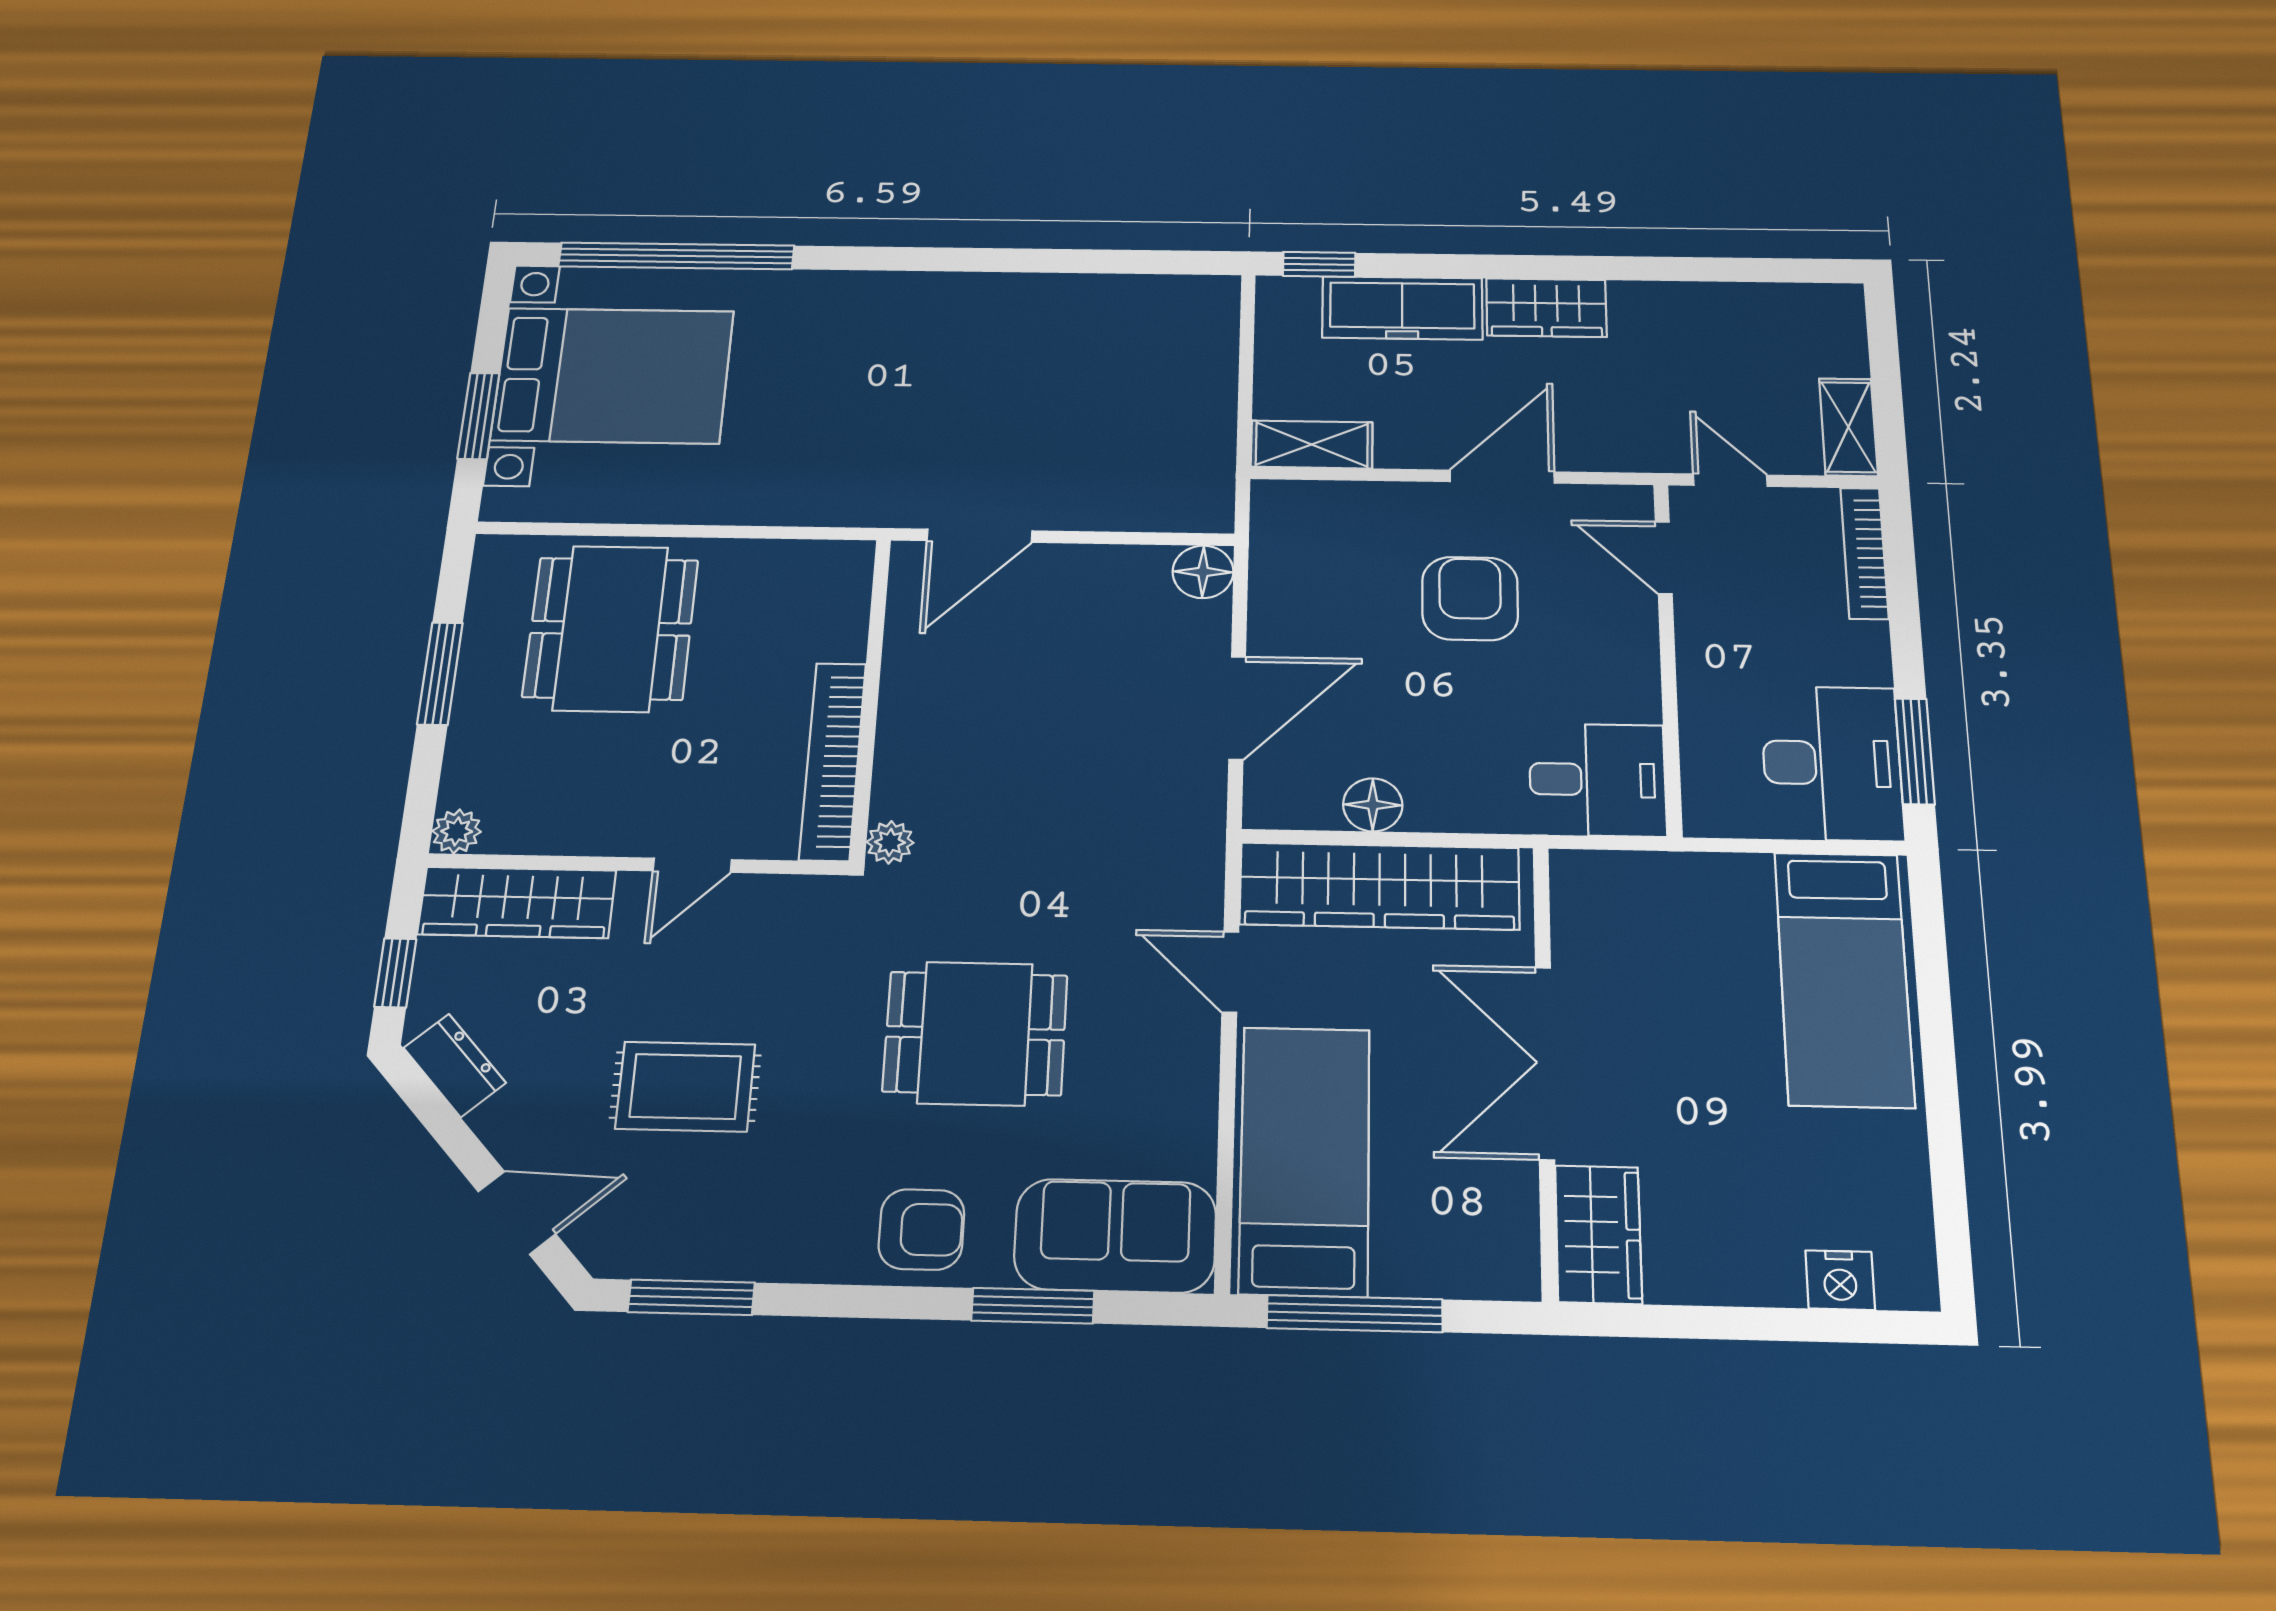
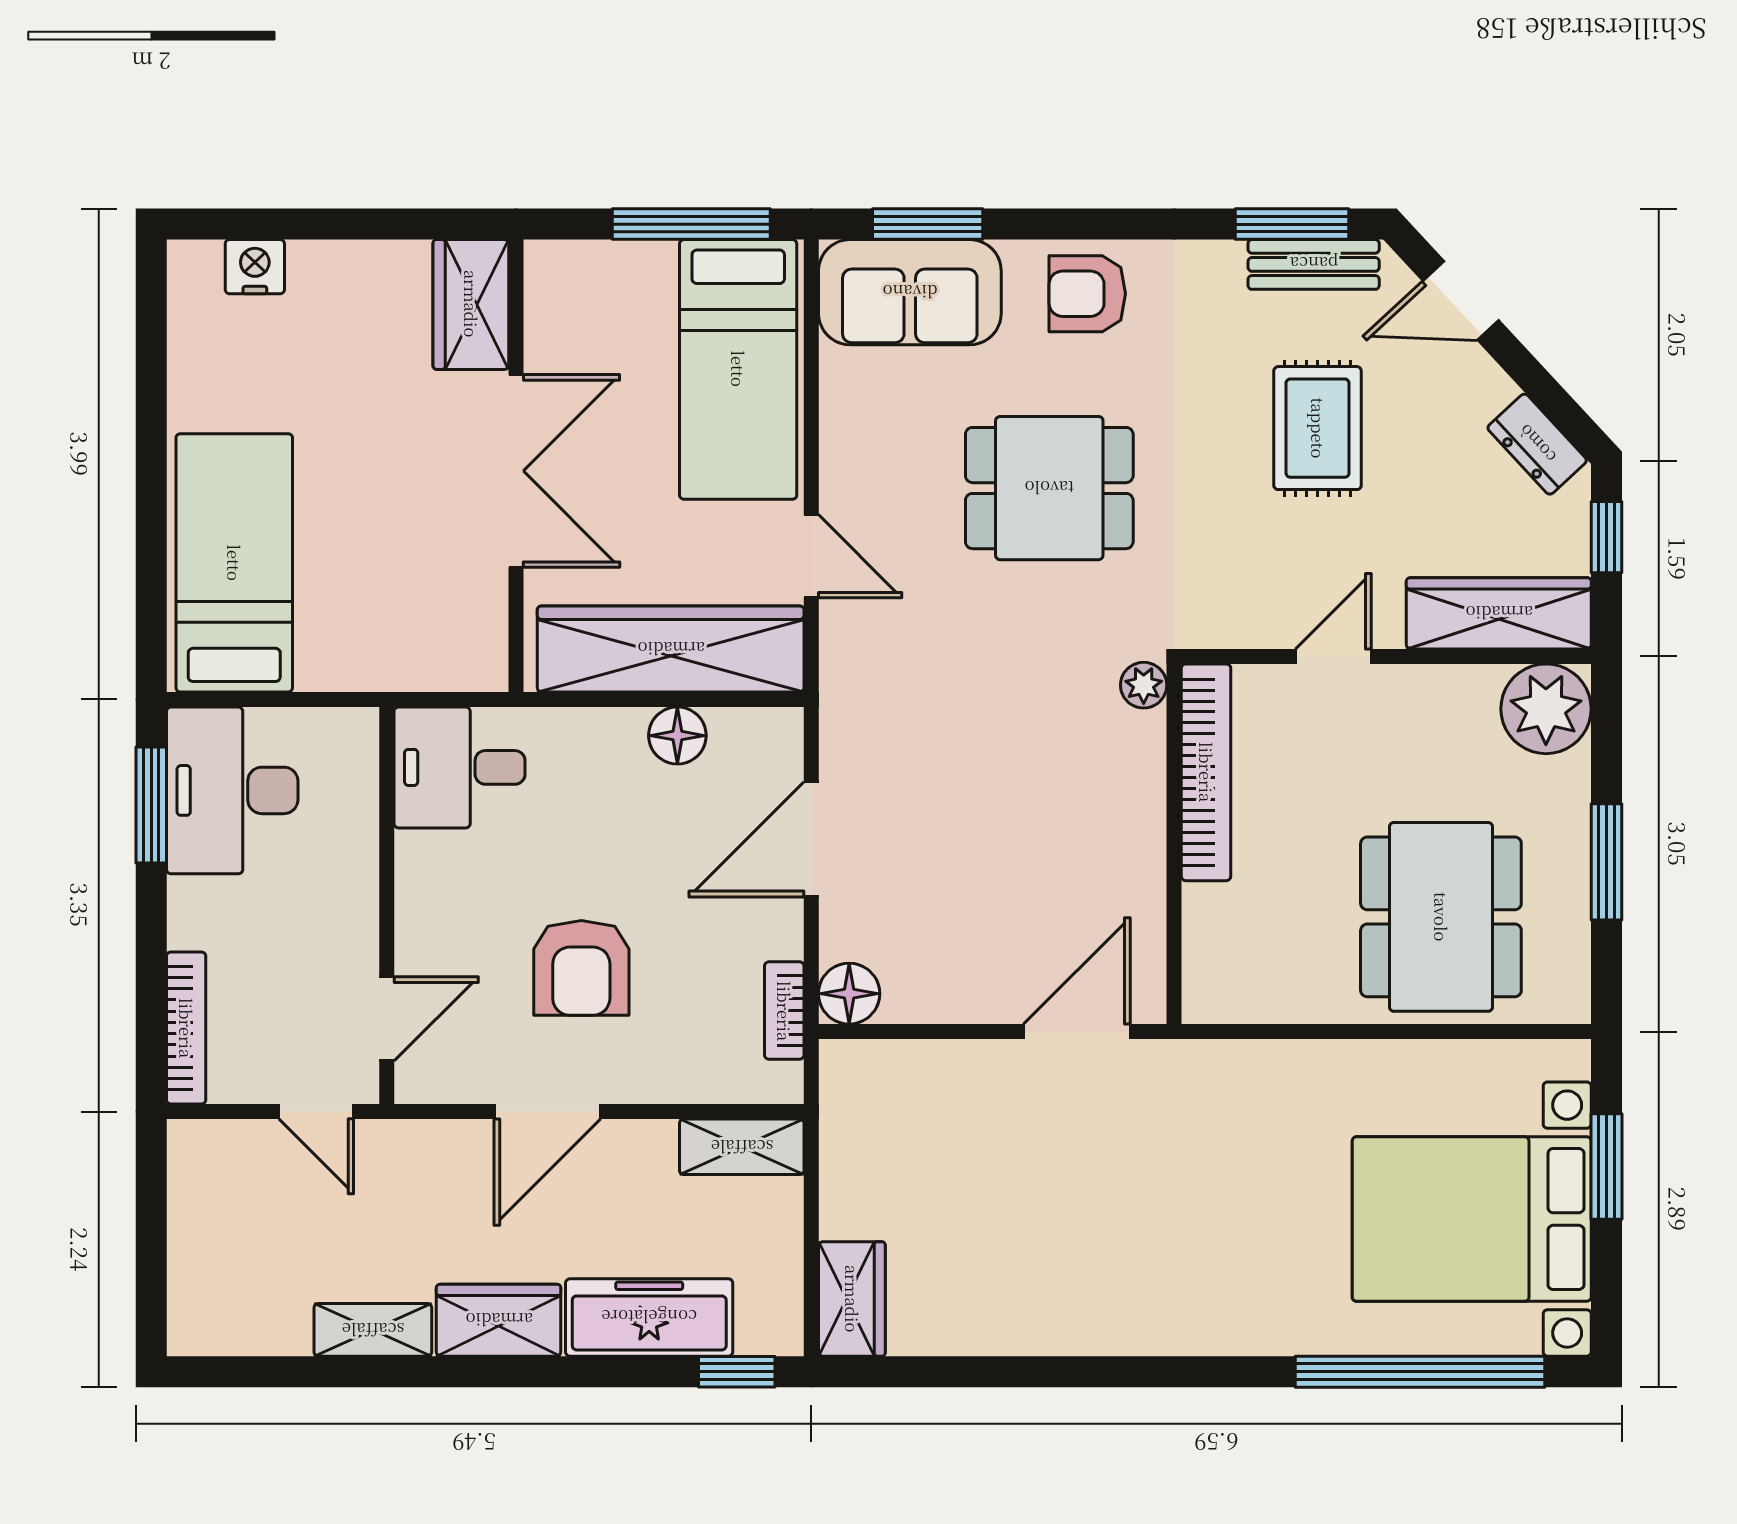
wardrobe: (1208, 320) -> (852, 1299), added
shelving: (1848, 427) -> (373, 1330), moved, turned 90
bookcase: (1268, 558) -> (784, 1011), added
door: (1664, 558) -> (387, 1019), hinge flipped
plant: (457, 831) -> (1546, 709), width x1.87, depth x1.87
rug: (685, 1086) -> (1318, 428), turned 90
bench: (672, 1254) -> (1314, 264), added
window: (1033, 1306) -> (928, 224), moved

